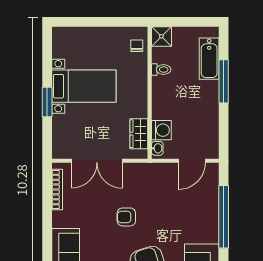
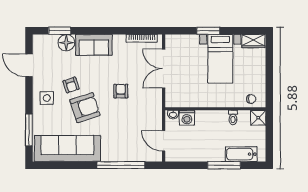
wardrobe: (139, 134) -> (253, 41), moved, turned 180

